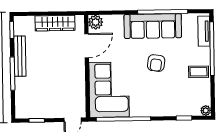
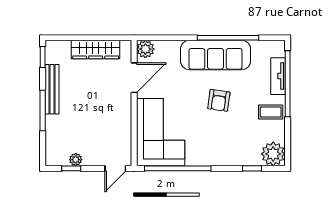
tv unit: (204, 31) -> (278, 76), moved
plant: (206, 111) -> (273, 154), width x1.88, depth x1.88
plant: (40, 113) -> (76, 160), added

